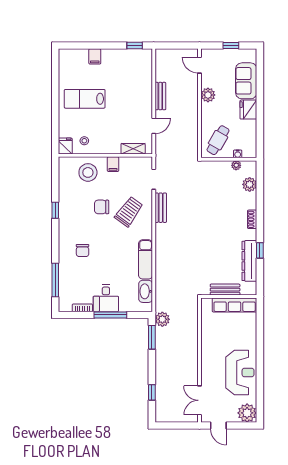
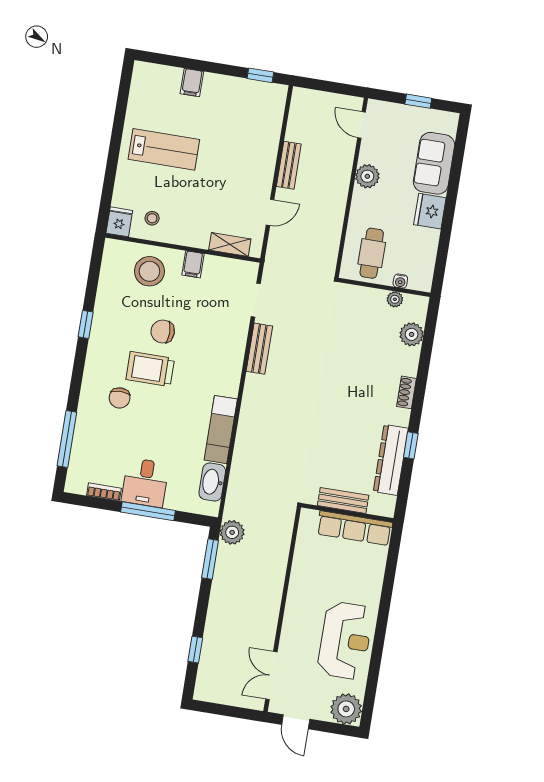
lab bench: (85, 99) -> (164, 149), turned 180
cafe table: (218, 140) -> (372, 253), turned -30
trolley: (129, 212) -> (150, 369), moved, turned -126

